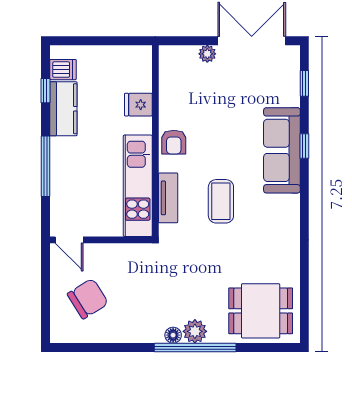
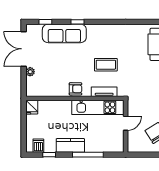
fridge: (138, 105) -> (32, 107), moved
kitchen counter: (63, 109) -> (70, 145), moved
sofa: (282, 150) -> (64, 33), moved
door: (69, 240) -> (126, 123), moved

